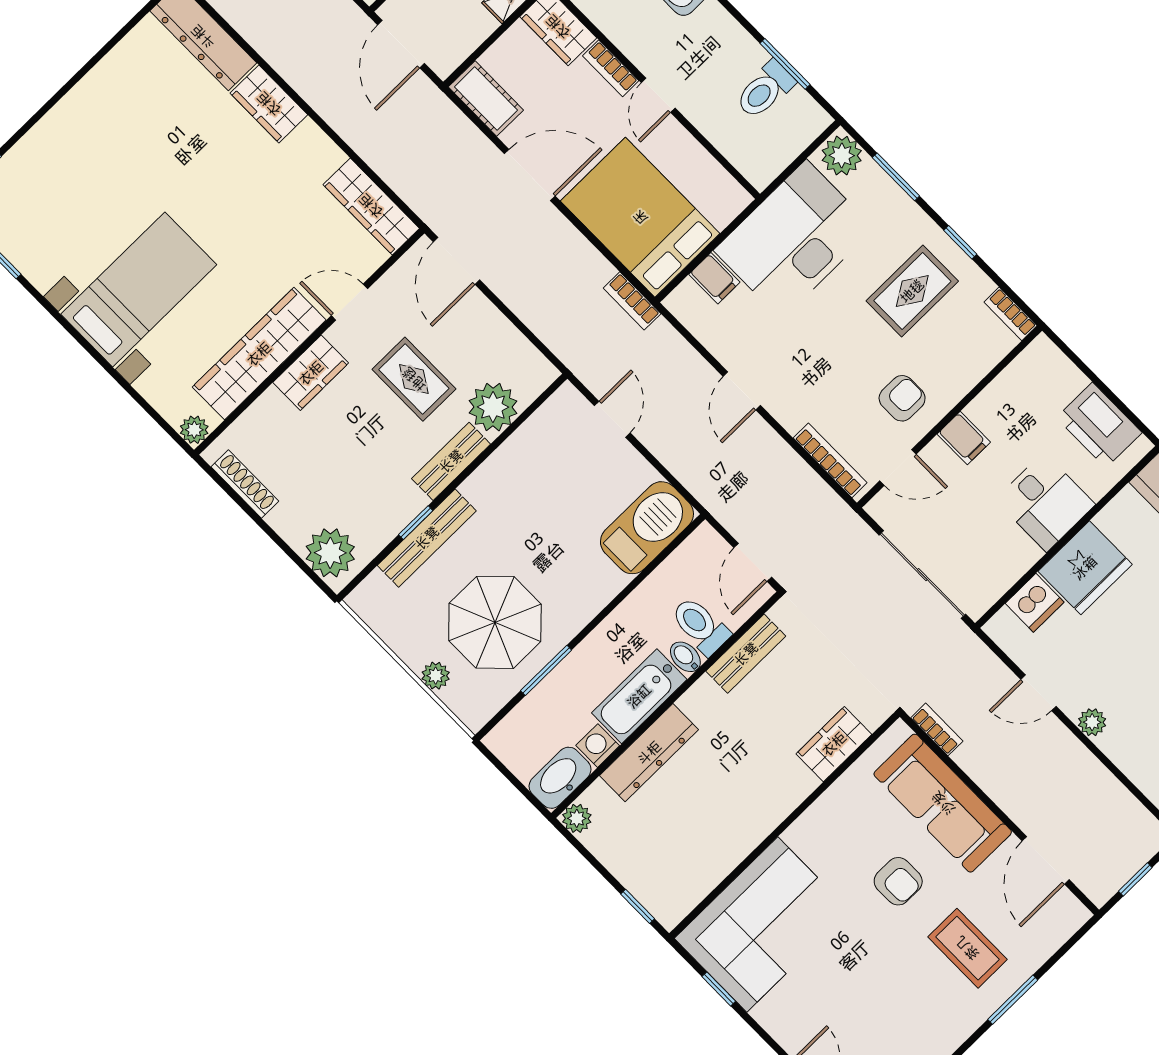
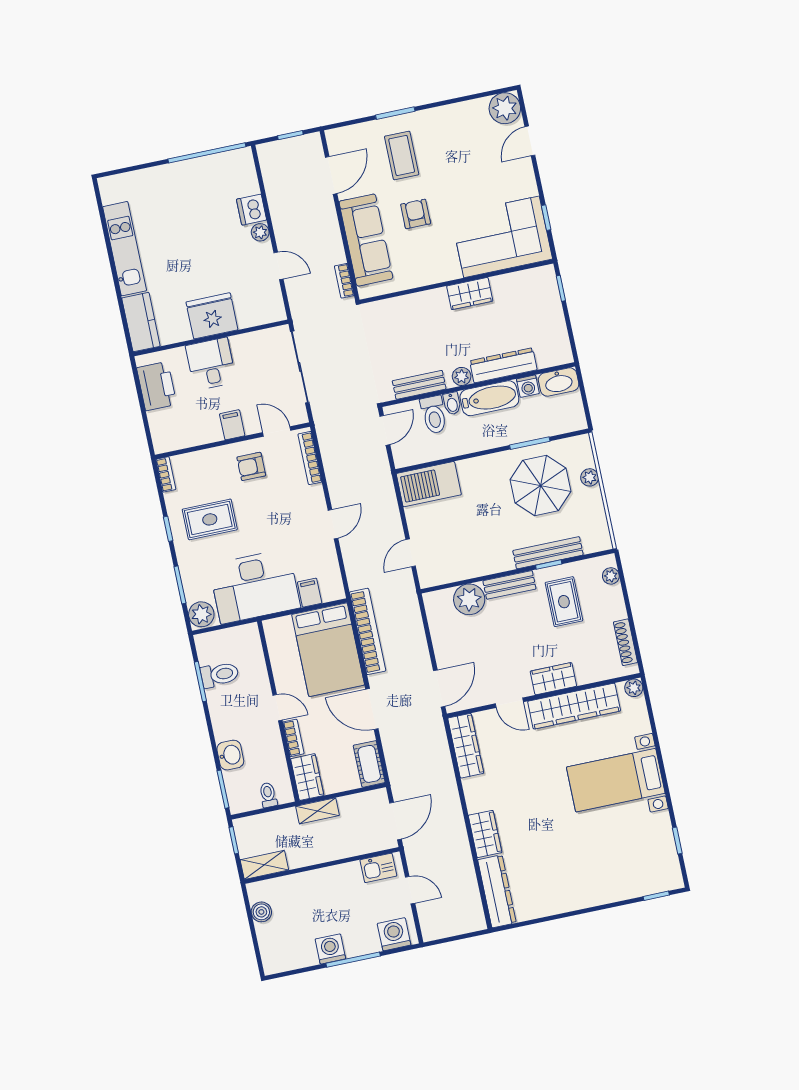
door: (658, 95) -> (278, 708), hinge flipped
bookcase: (632, 301) -> (368, 631), width x2.31, depth x1.31
rug: (414, 379) -> (564, 602), moved
plant: (330, 553) -> (611, 576), width x0.53, depth x0.53
dishwasher: (1035, 603) -> (252, 210), moved, turned -90
wardrobe: (834, 744) -> (470, 294), moved
plant: (577, 818) -> (462, 376), moved

